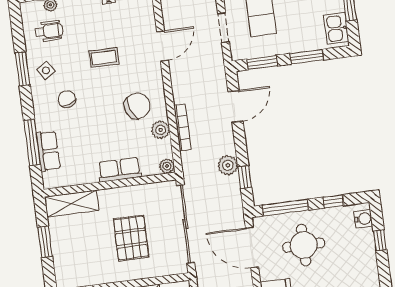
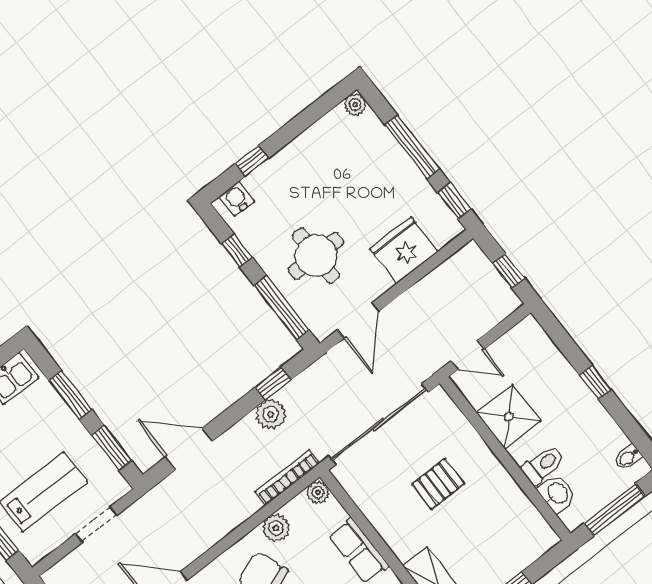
bookcase: (182, 127) -> (287, 477), moved
pallet: (131, 238) -> (438, 484), width x0.67, depth x0.71
door: (252, 247) -> (358, 320), width x0.73

